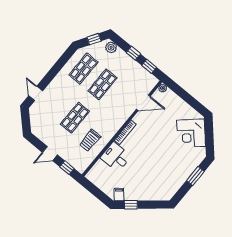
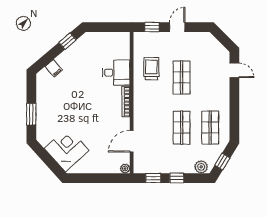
filing cabinet: (119, 195) -> (54, 68), moved

